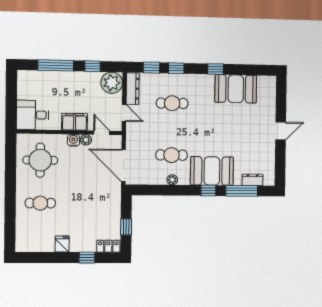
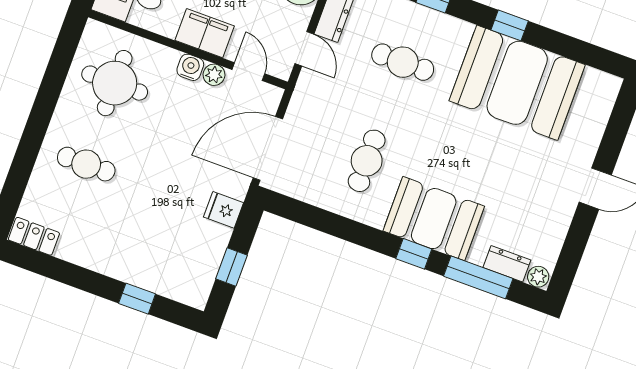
booth: (236, 89) -> (517, 83), width x1.36, depth x1.42
cafe table: (172, 155) -> (367, 161), turned 90
door: (123, 165) -> (268, 148), hinge flipped
plant: (172, 180) -> (538, 277), moved
fridge: (62, 244) -> (224, 210), moved, turned -90
locker: (108, 246) -> (34, 236), moved

